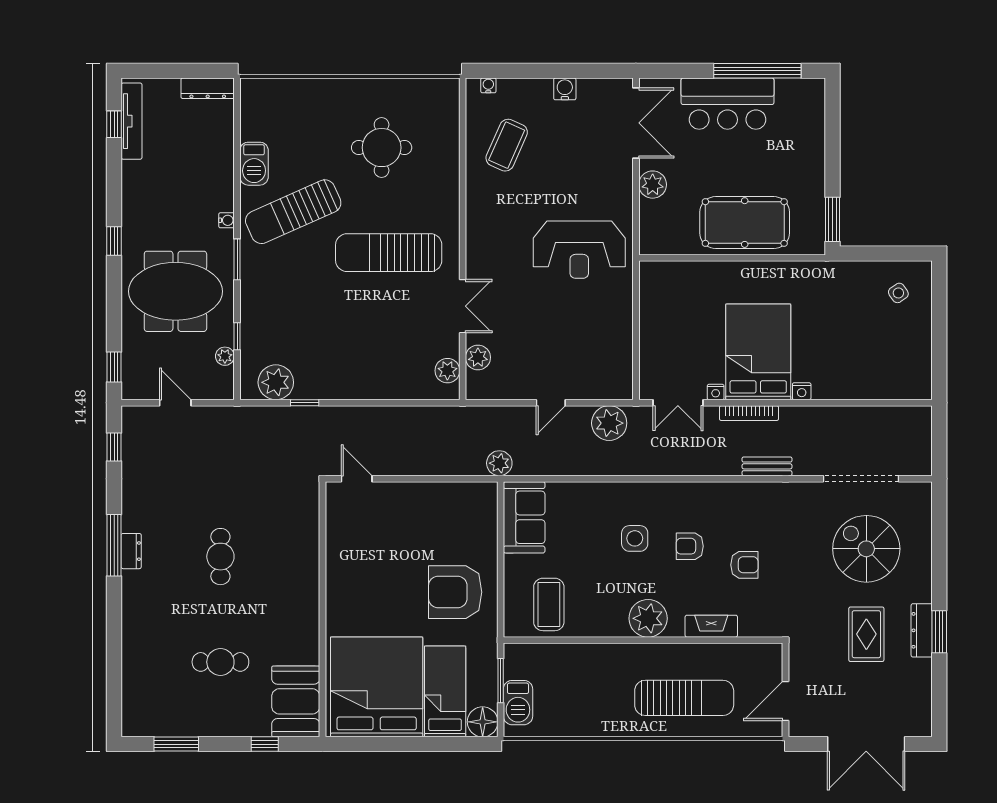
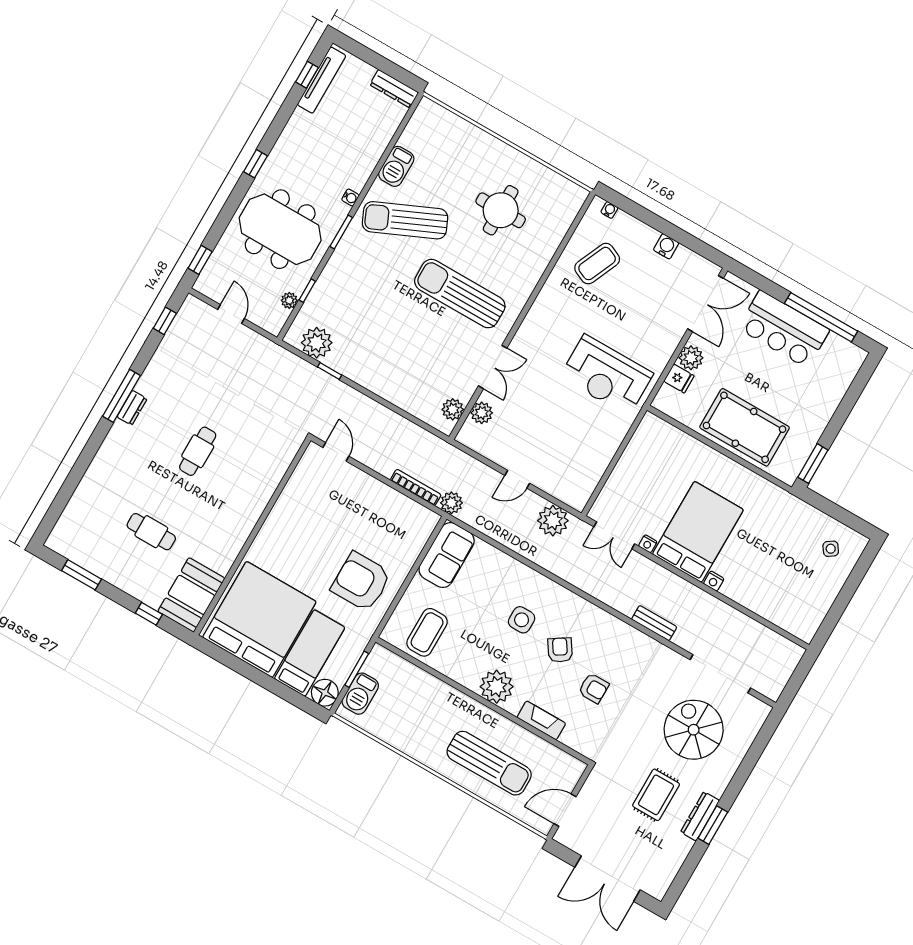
fridge: (652, 212) -> (679, 379), added
bookcase: (749, 413) -> (416, 487), moved, turned 180
armchair: (690, 546) -> (560, 650), turned 57

